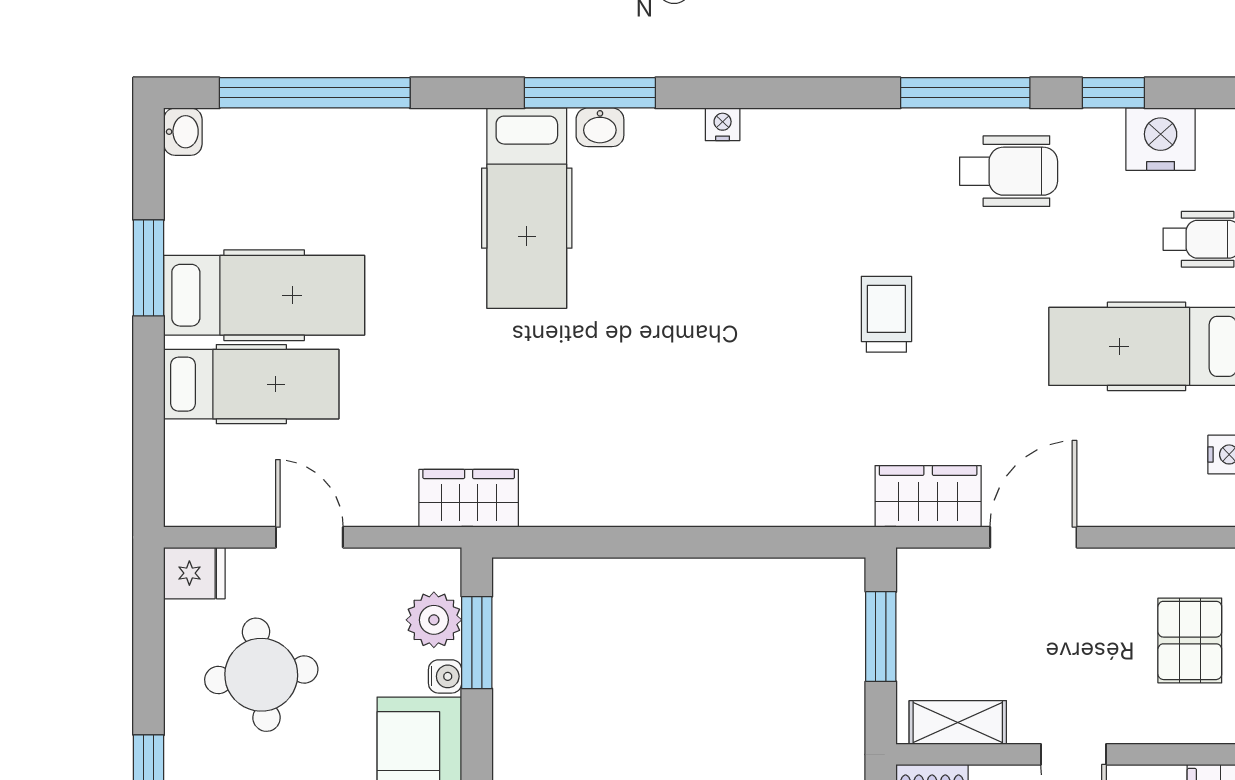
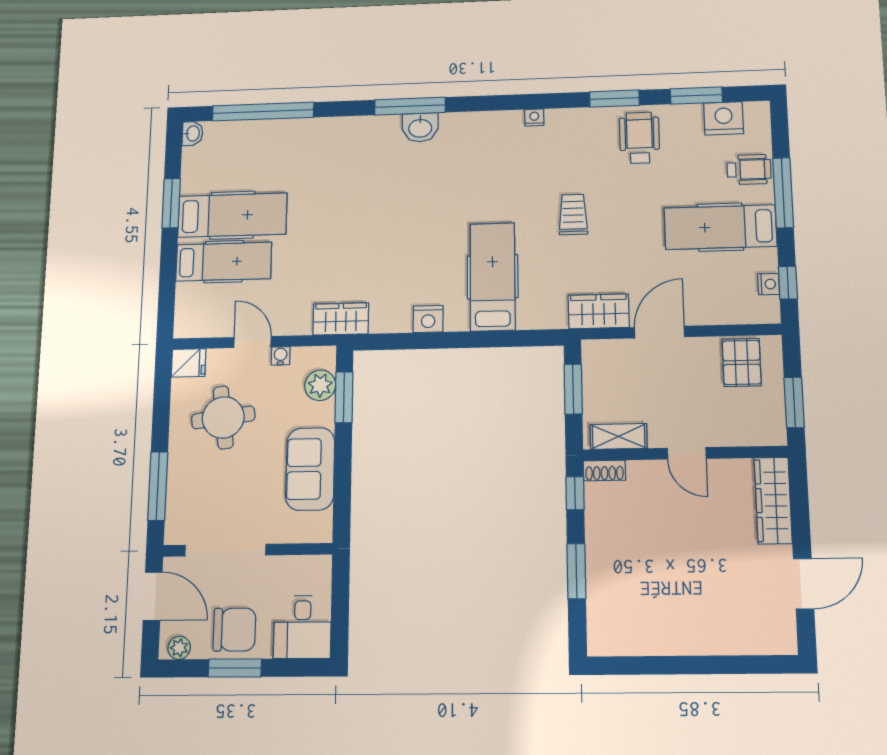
window: (965, 93) -> (614, 99), width x0.69
window: (1113, 93) -> (696, 96), width x1.50
nightstand: (723, 124) -> (534, 117), moved
washbasin: (600, 127) -> (420, 128), width x1.38, depth x1.45
wheelchair: (1009, 171) -> (639, 138), turned -90
hospital bed: (527, 208) -> (493, 277), moved, turned 180
nightstand: (626, 503) -> (428, 319), added
pallet: (1190, 640) -> (742, 362), moved
water cooler: (445, 676) -> (281, 356), moved, turned -90

